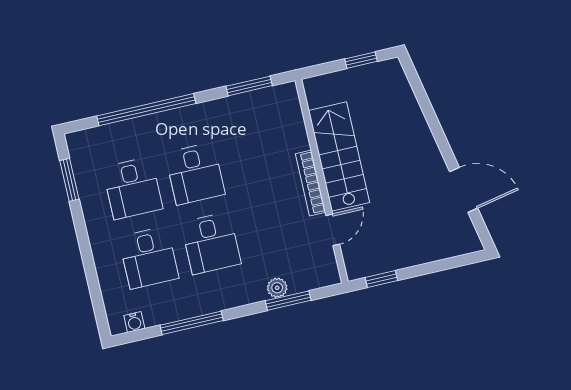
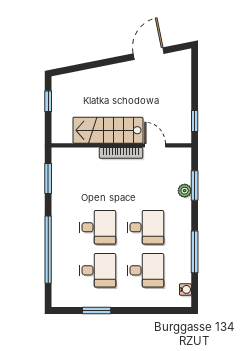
window: (69, 180) -> (97, 310), moved

